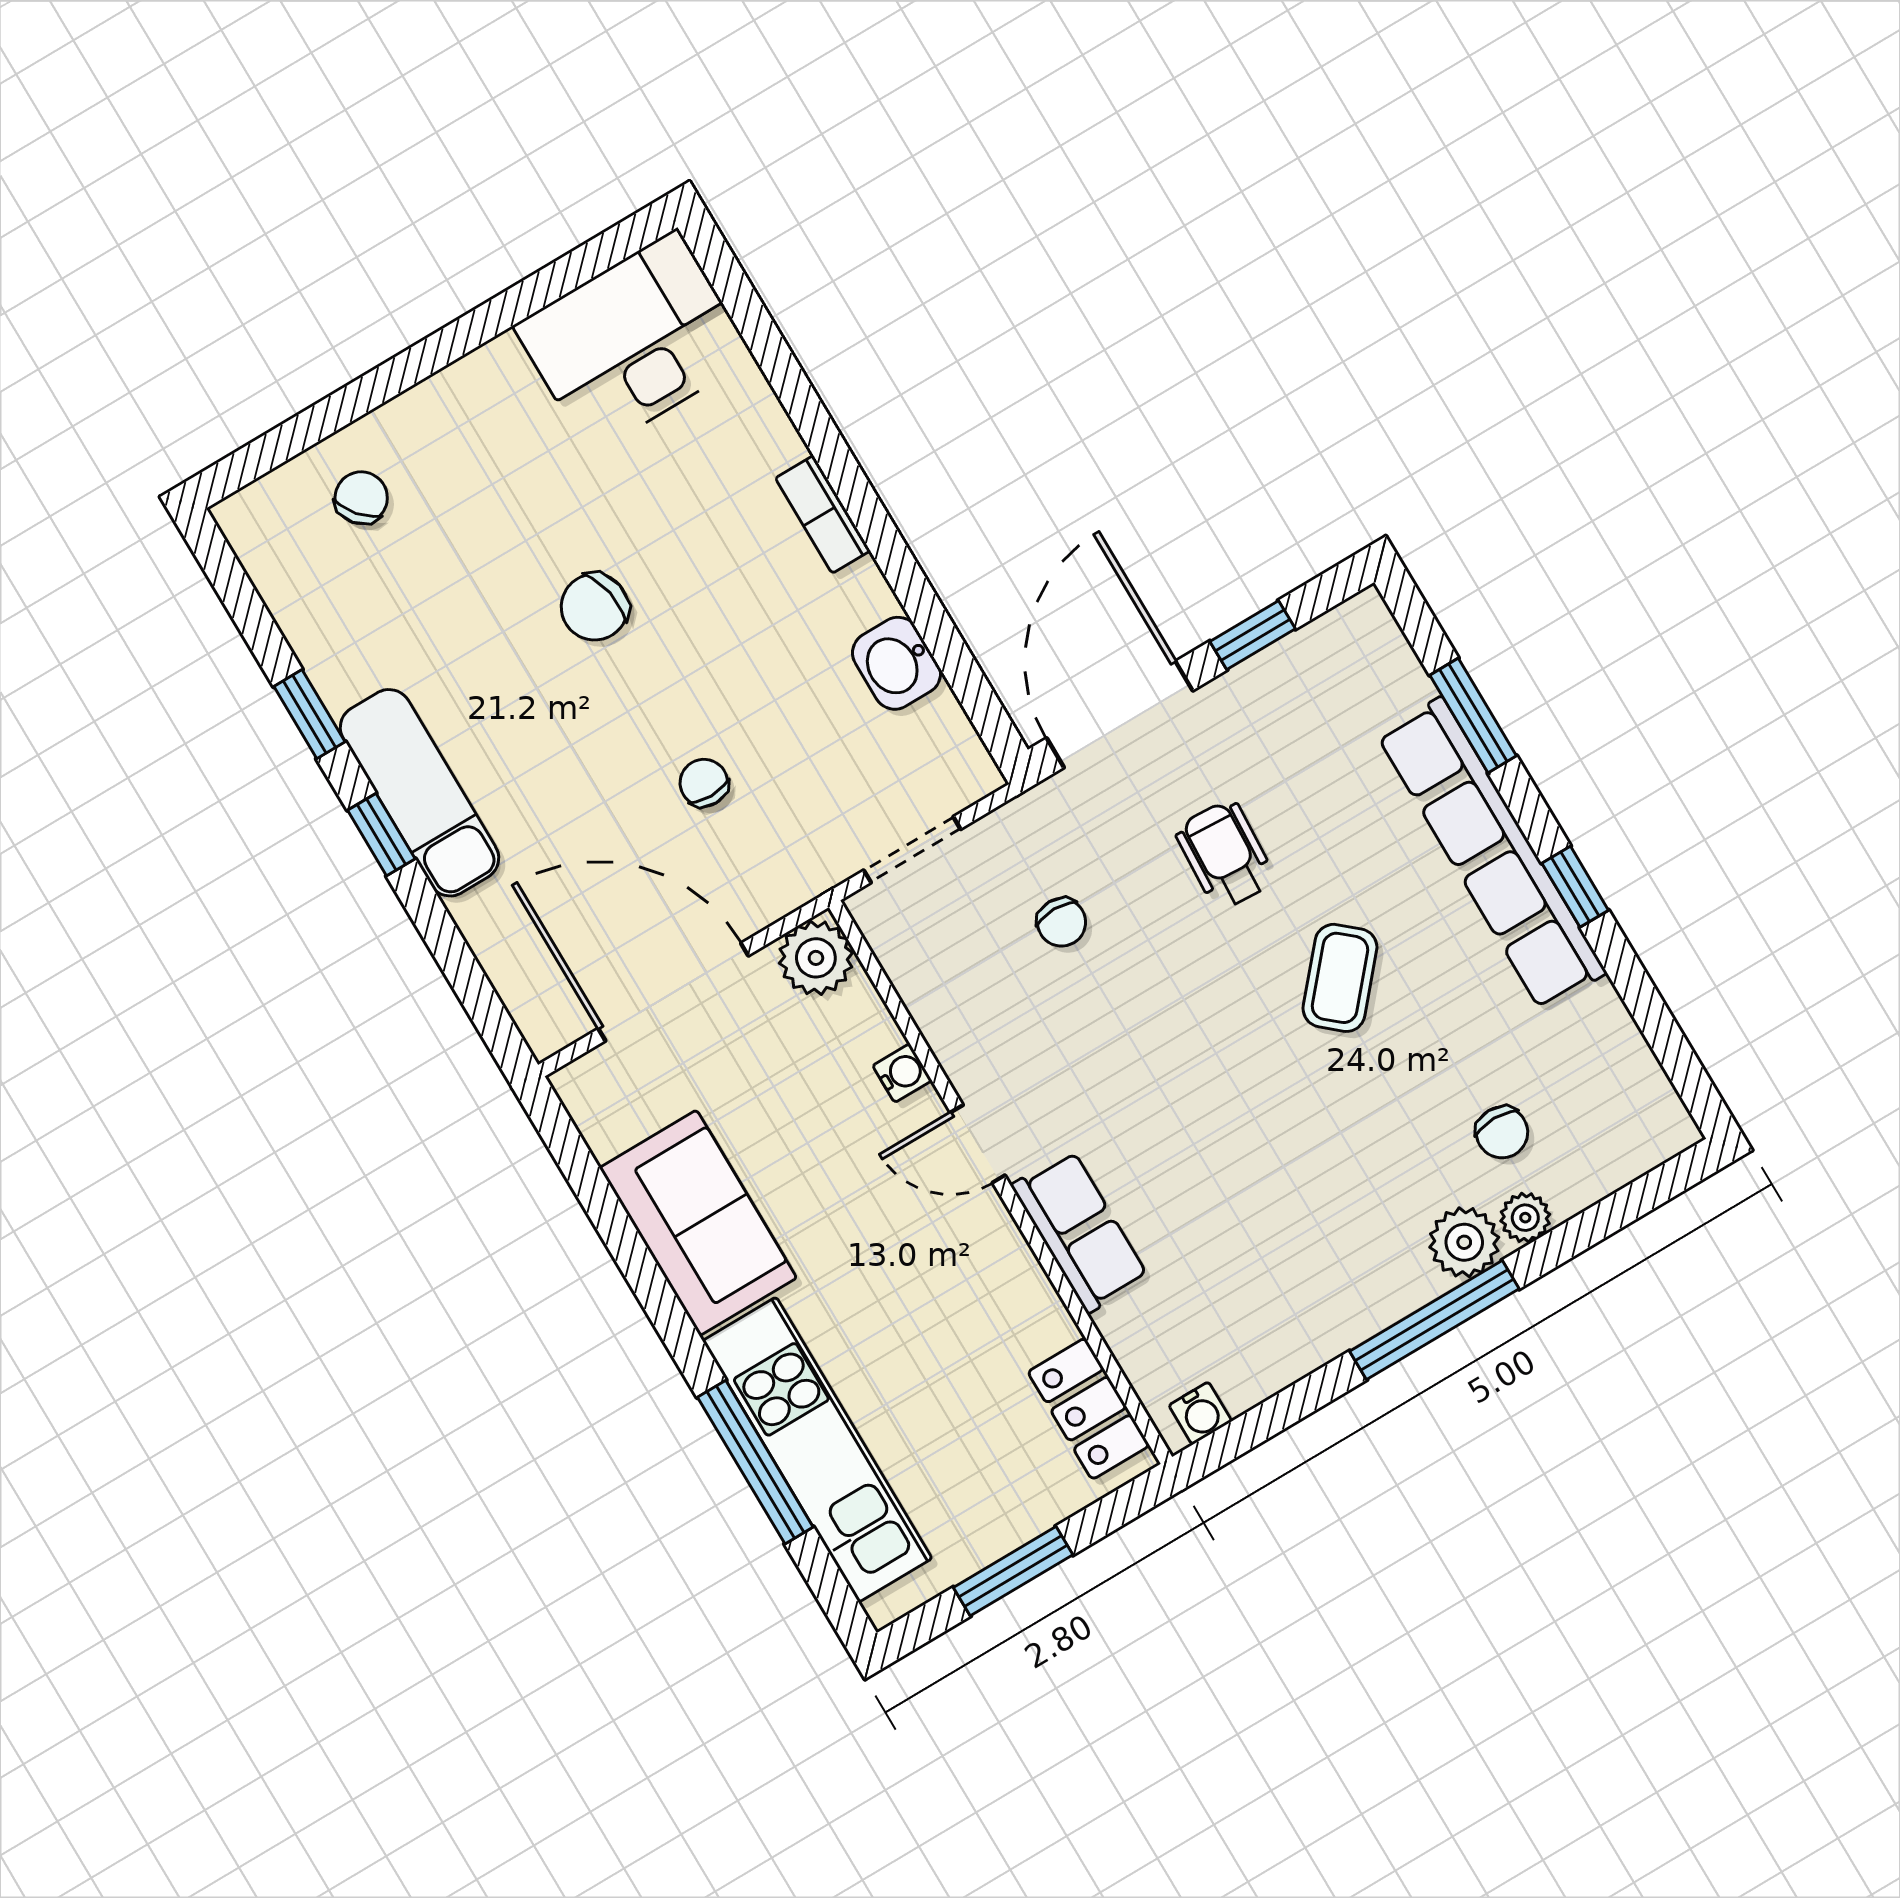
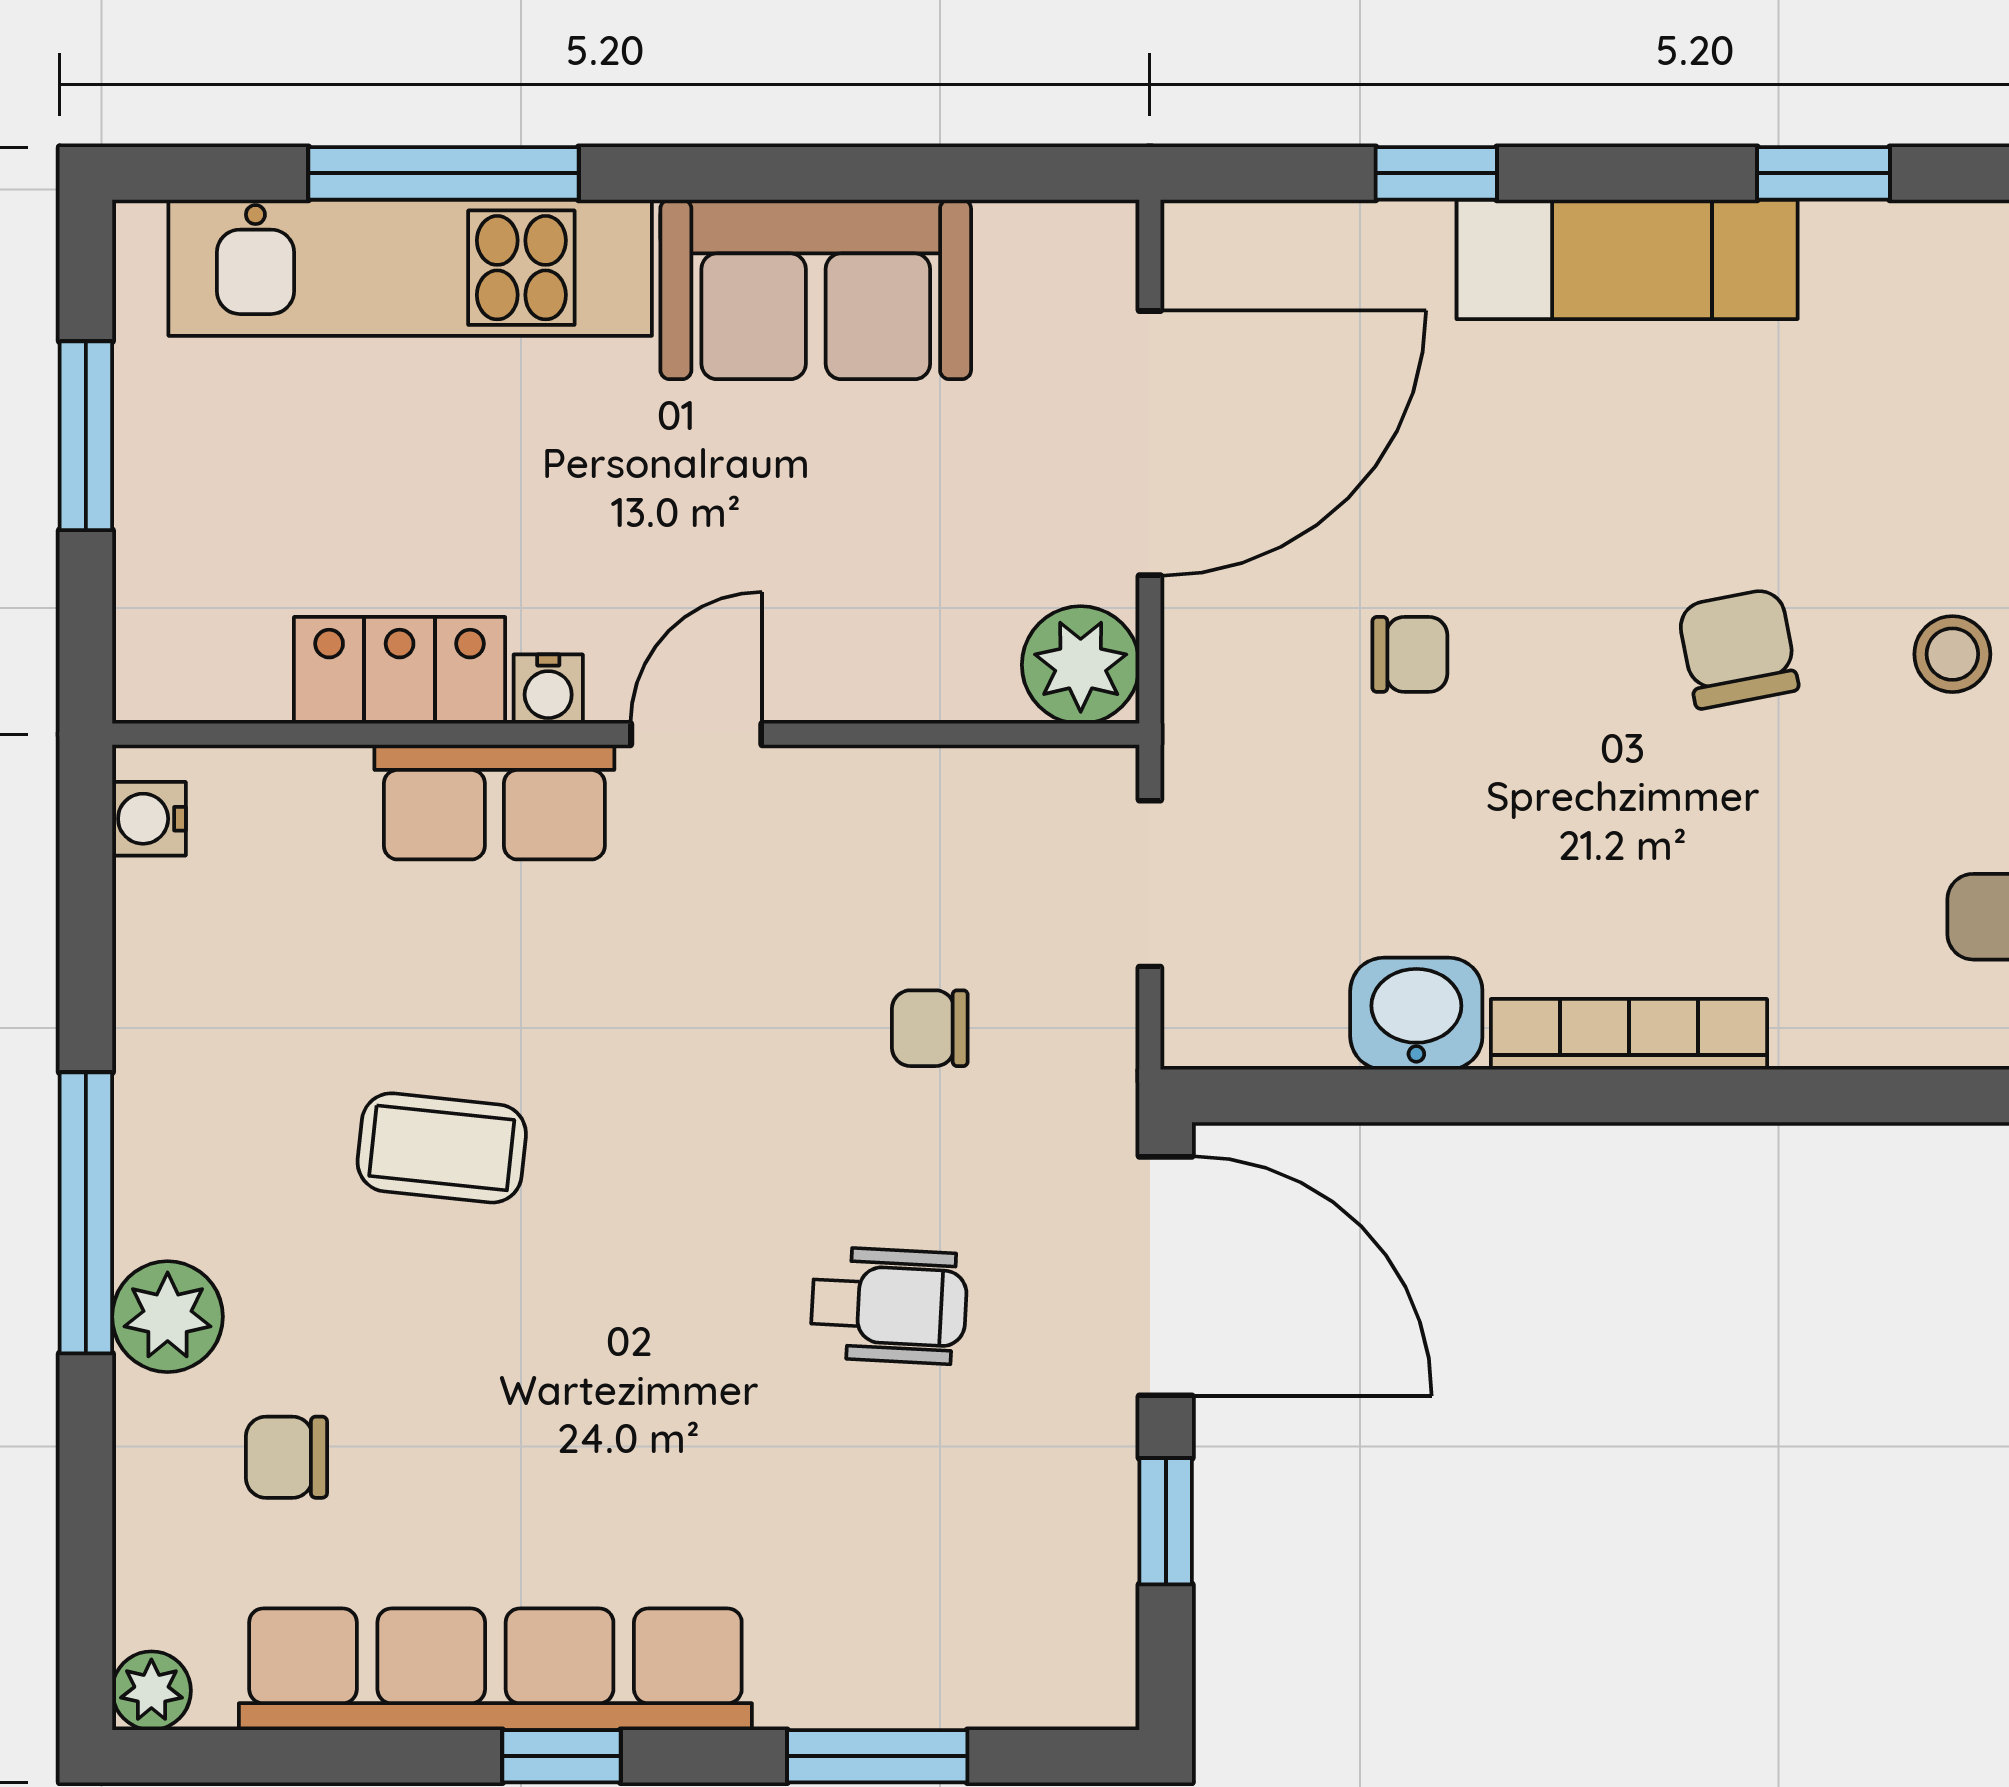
stool: (528, 489) -> (1952, 654), added
bookcase: (823, 514) -> (1629, 1034), width x1.56
window: (381, 835) -> (1436, 173), moved
row of seats: (1492, 854) -> (495, 1669), moved
coffee table: (1340, 978) -> (442, 1148), moved, turned -35
water cooler: (902, 1073) -> (548, 689), moved
plant: (1525, 1218) -> (151, 1691), moved
locker: (1089, 1409) -> (400, 670), moved

